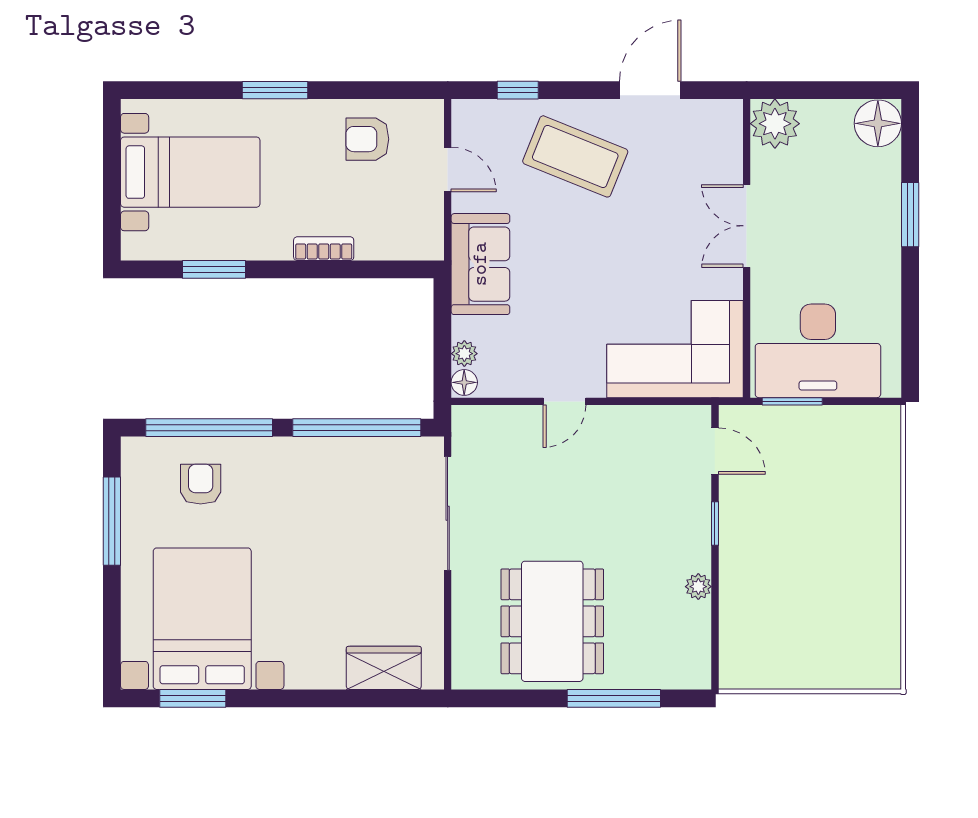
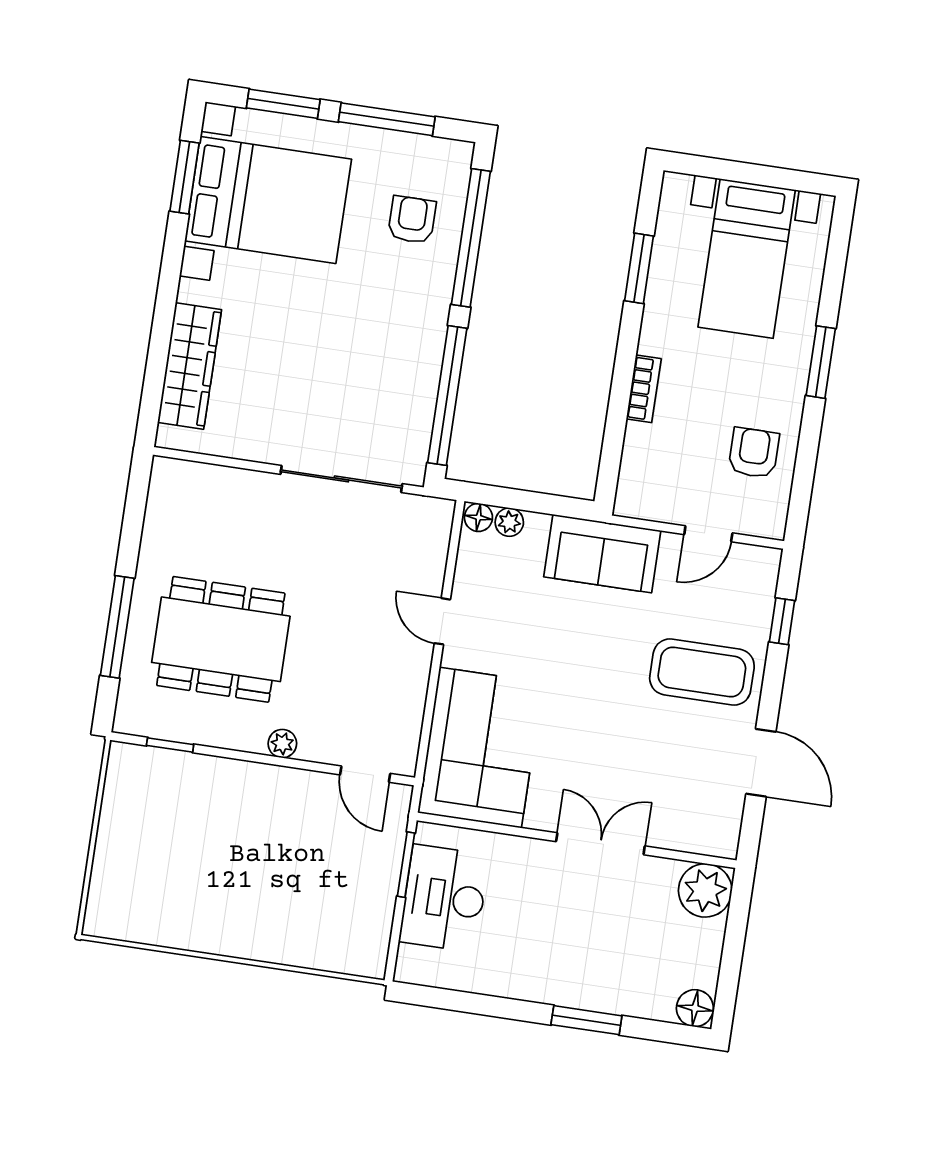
floor lamp: (878, 123) -> (695, 1008), width x0.73, depth x0.73
coffee table: (575, 156) -> (702, 672), turned 68
desk: (818, 351) -> (444, 898), width x0.73, depth x0.77
door: (715, 451) -> (365, 774), hinge flipped
armchair: (201, 484) -> (412, 220), turned -90
window: (715, 524) -> (170, 745), moved
plant: (698, 587) -> (282, 744), moved
window: (112, 618) -> (283, 104), added
dining table: (552, 621) -> (221, 639), moved
wardrobe: (384, 668) -> (190, 366), width x1.50

